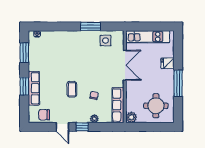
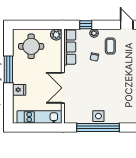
window: (91, 26) -> (98, 128), width x2.11
side table: (105, 41) -> (98, 116), moved
coffee table: (72, 89) -> (110, 46), moved
window: (82, 127) -> (86, 25), moved

